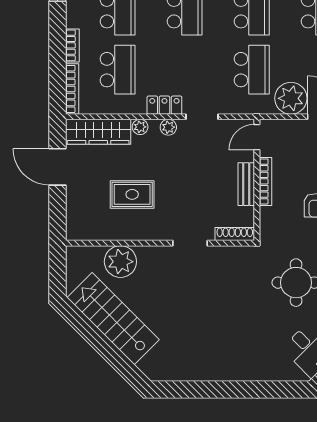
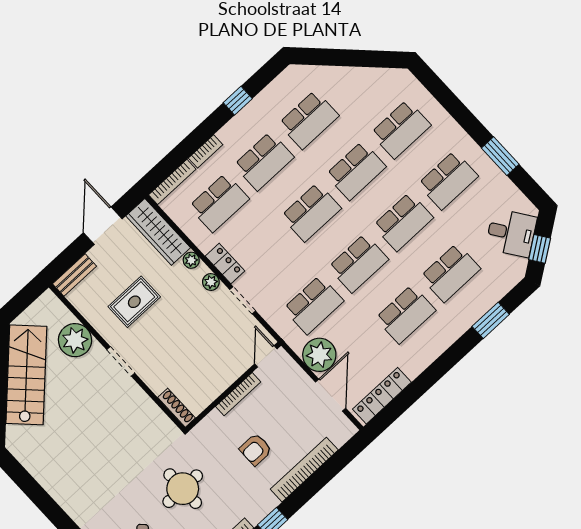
door: (257, 137) -> (266, 356), hinge flipped
bench: (246, 184) -> (74, 275), moved
rug: (132, 194) -> (134, 302), turned 90
doorway: (190, 243) -> (121, 361), moved

